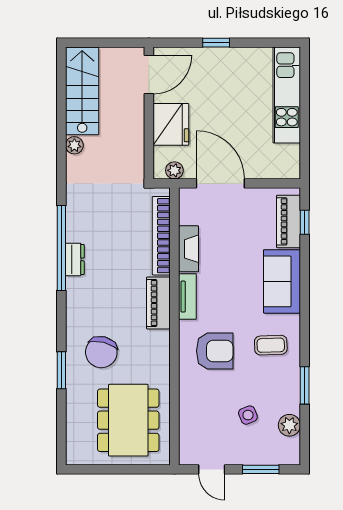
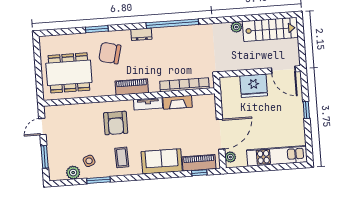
plant: (174, 170) -> (230, 157), moved
door: (220, 183) -> (221, 134), moved
dresser: (75, 259) -> (141, 34), moved
piano: (158, 303) -> (132, 87), moved
side table: (248, 415) -> (89, 161), moved

